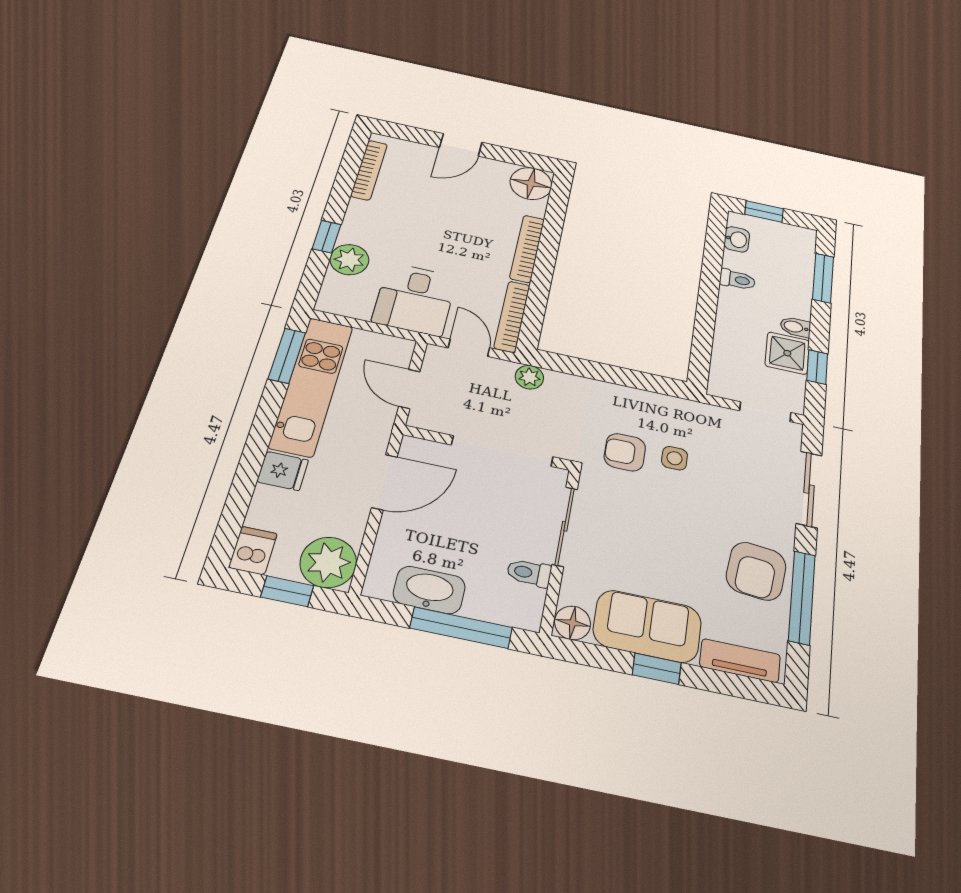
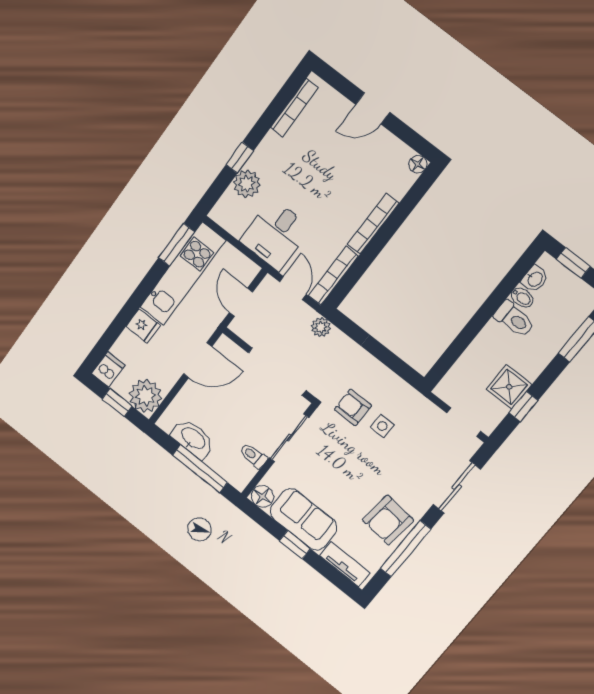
floor lamp: (531, 183) -> (418, 164), width x0.53, depth x0.53
toilet: (737, 280) -> (514, 319), width x1.37, depth x1.39
bidet: (795, 327) -> (522, 297), moved, turned 180

